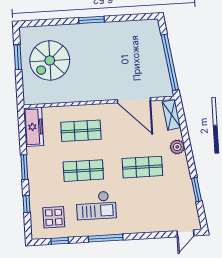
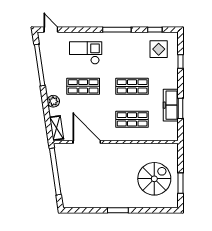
freezer: (34, 127) -> (171, 105), moved
window: (24, 167) -> (181, 108), moved
window: (196, 190) -> (40, 65), width x2.11
checkout: (96, 205) -> (86, 53), moved
door: (185, 233) -> (51, 30), hinge flipped

